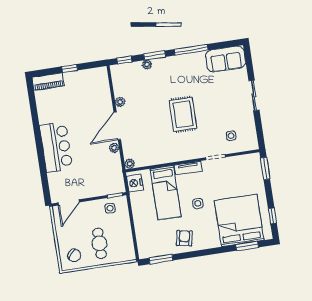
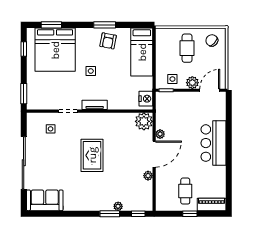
window: (191, 50) -> (75, 214), removed
cafe table: (78, 92) -> (185, 191), added
sliding door: (254, 95) -> (24, 163), width x1.86
plant: (130, 164) -> (144, 121), width x1.87, depth x1.87
bed: (166, 193) -> (142, 52), moved, turned 180
plant: (88, 208) -> (192, 83), added
window: (161, 259) -> (105, 25), moved

